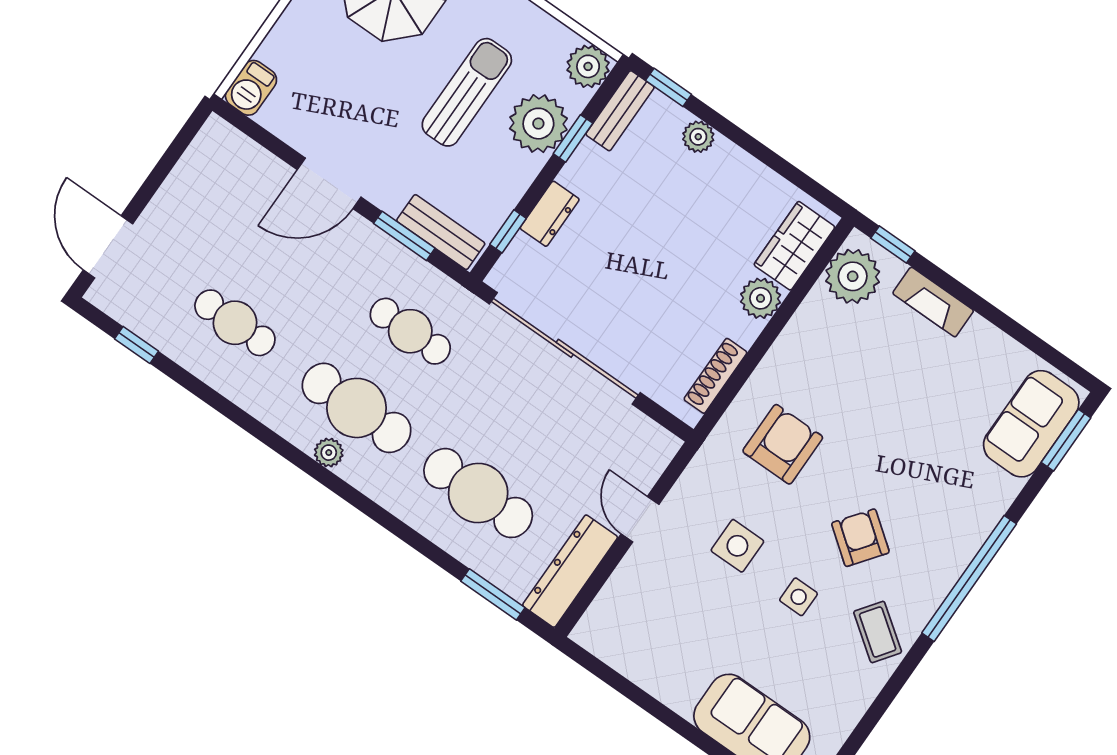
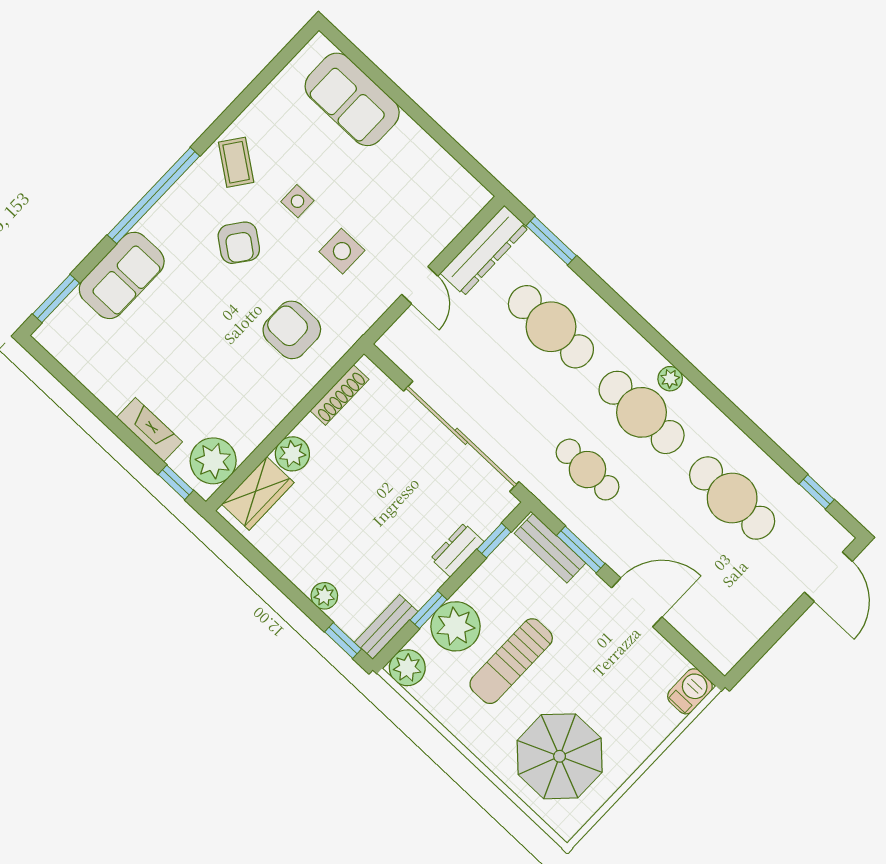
cafe table: (235, 323) -> (732, 498), width x1.37, depth x1.35
sofa: (1031, 424) -> (122, 275), moved
armchair: (783, 444) -> (292, 330), turned 90

